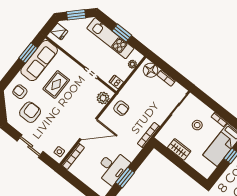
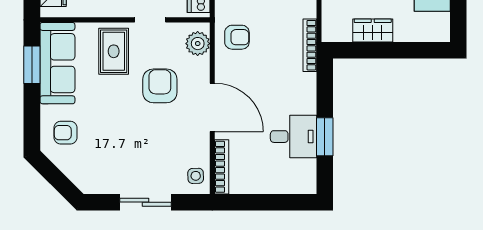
rug: (56, 84) -> (114, 51), moved
armchair: (30, 112) -> (160, 86), moved
door: (88, 129) -> (212, 107), hinge flipped
desk: (112, 167) -> (294, 137), width x0.73

